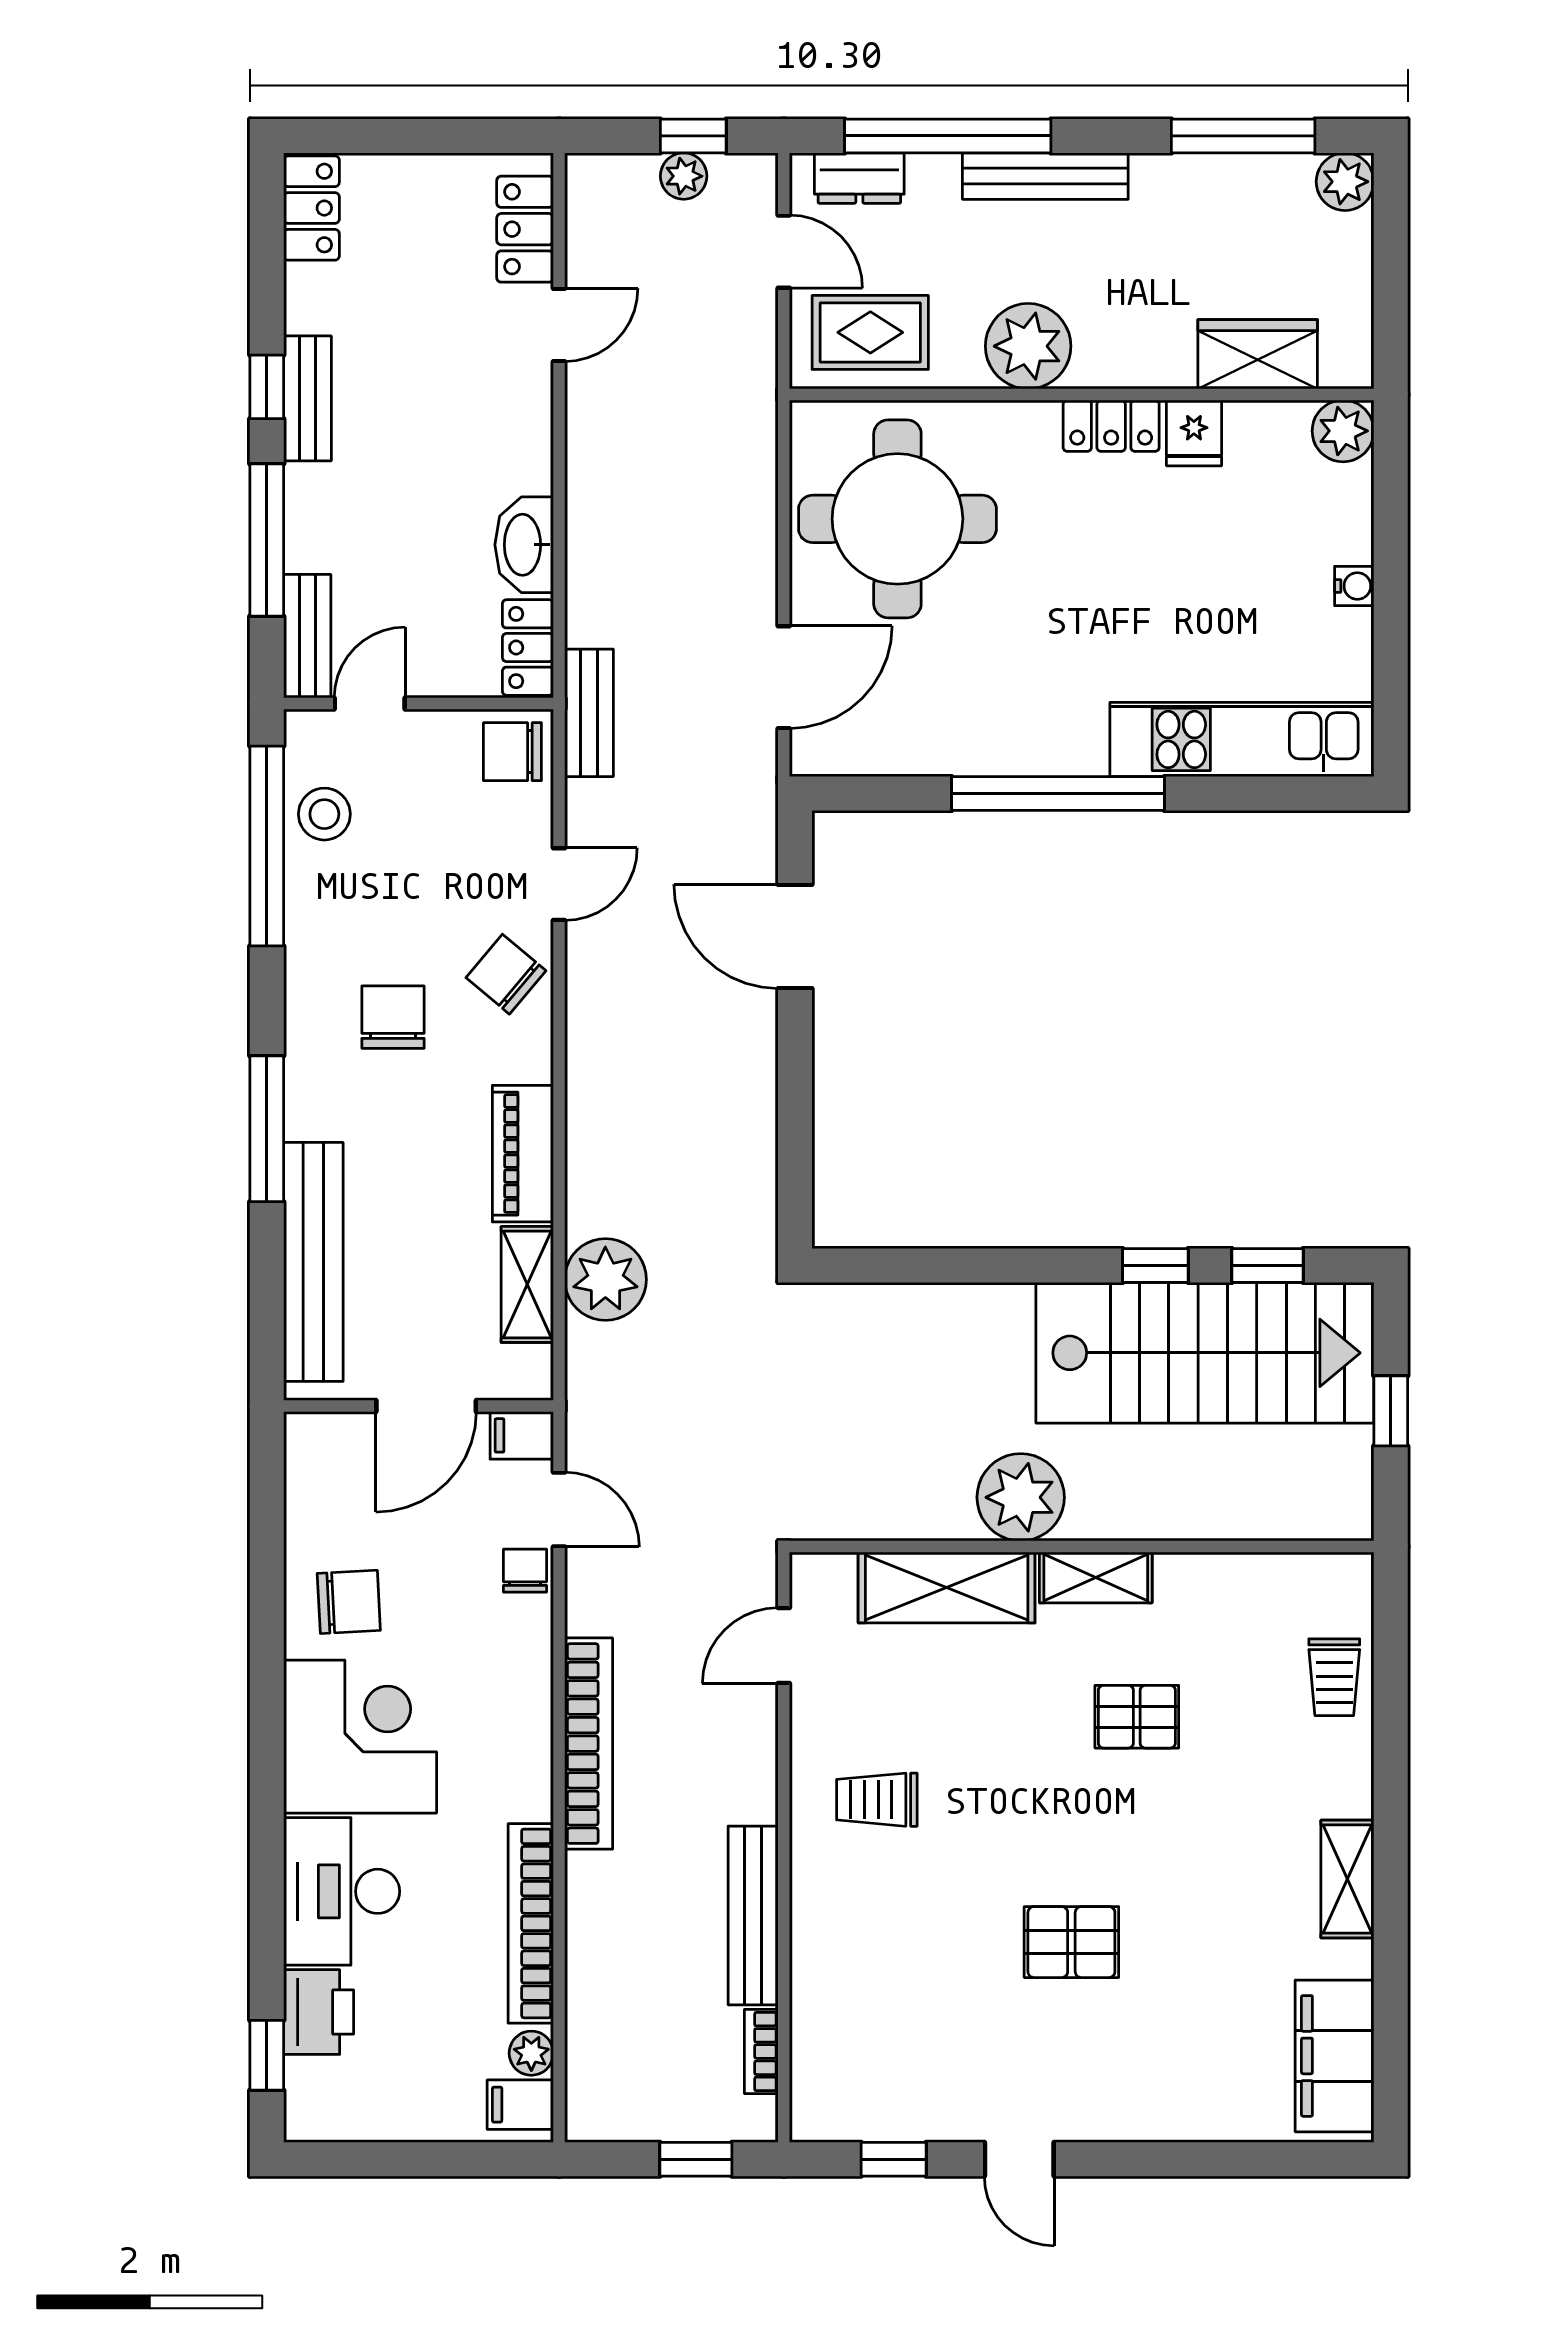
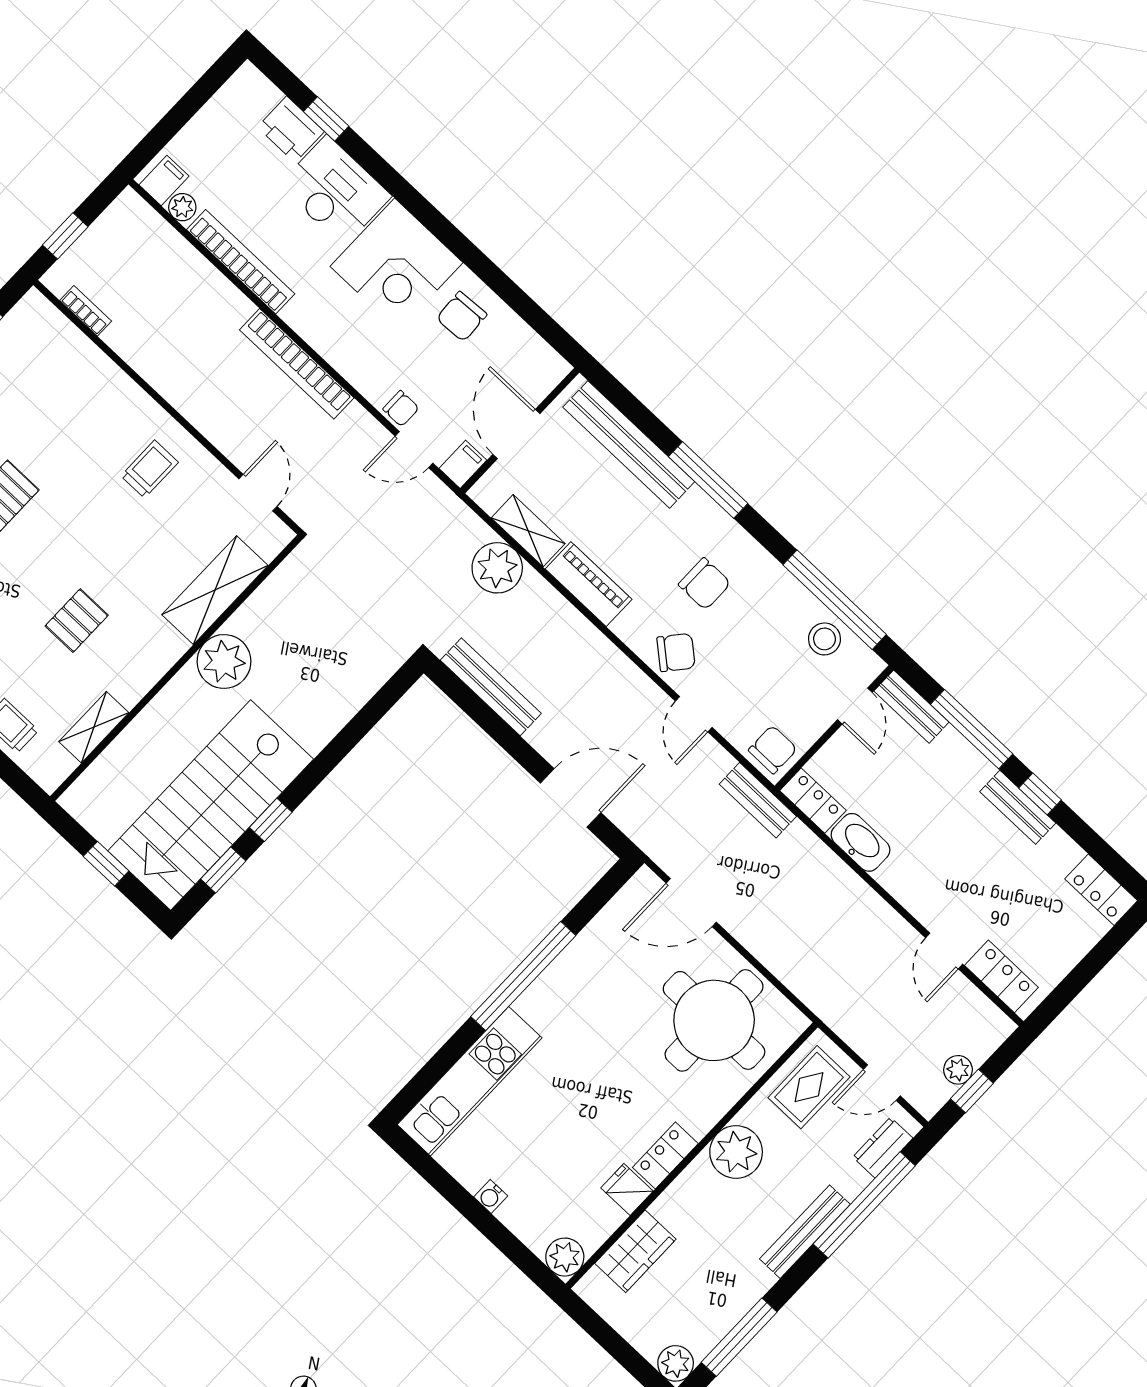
door: (784, 677) -> (691, 903), hinge flipped
shelving: (1096, 1578) -> (94, 727), moved
bench: (753, 1915) -> (491, 687), moved
window: (267, 2055) -> (326, 119), moved

